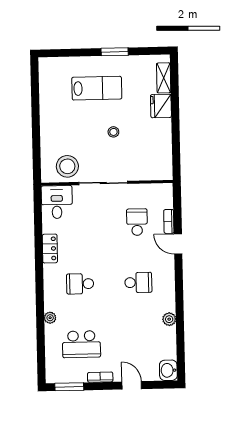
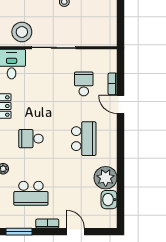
school desk: (138, 282) -> (84, 139), width x1.85
plant: (169, 319) -> (106, 178), width x1.87, depth x1.87
washbasin: (168, 370) -> (109, 200), moved

